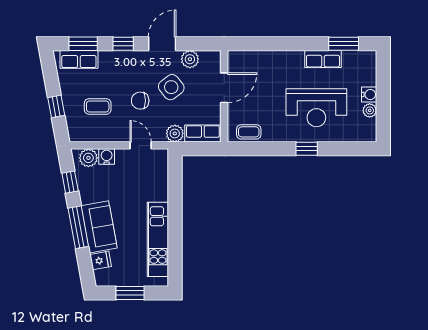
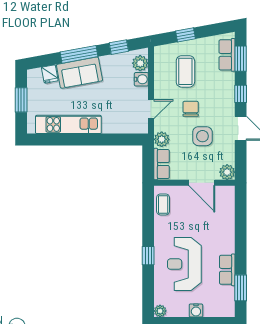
plant: (190, 59) -> (227, 172), moved
side table: (171, 87) -> (202, 136), turned 38
coffee table: (98, 106) -> (185, 71), width x1.36, depth x1.30
plant: (370, 110) -> (160, 311), moved

